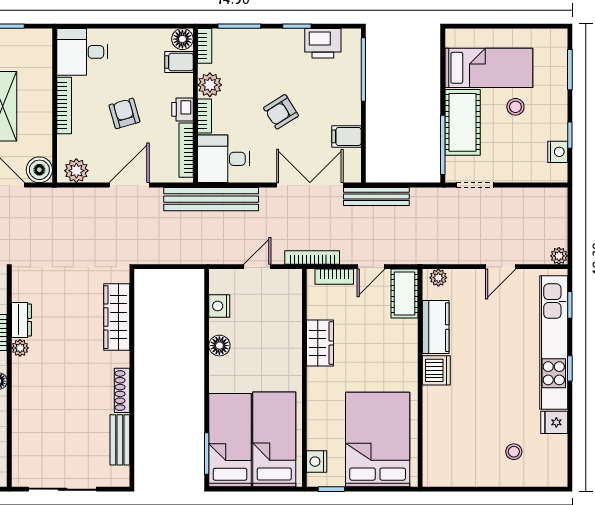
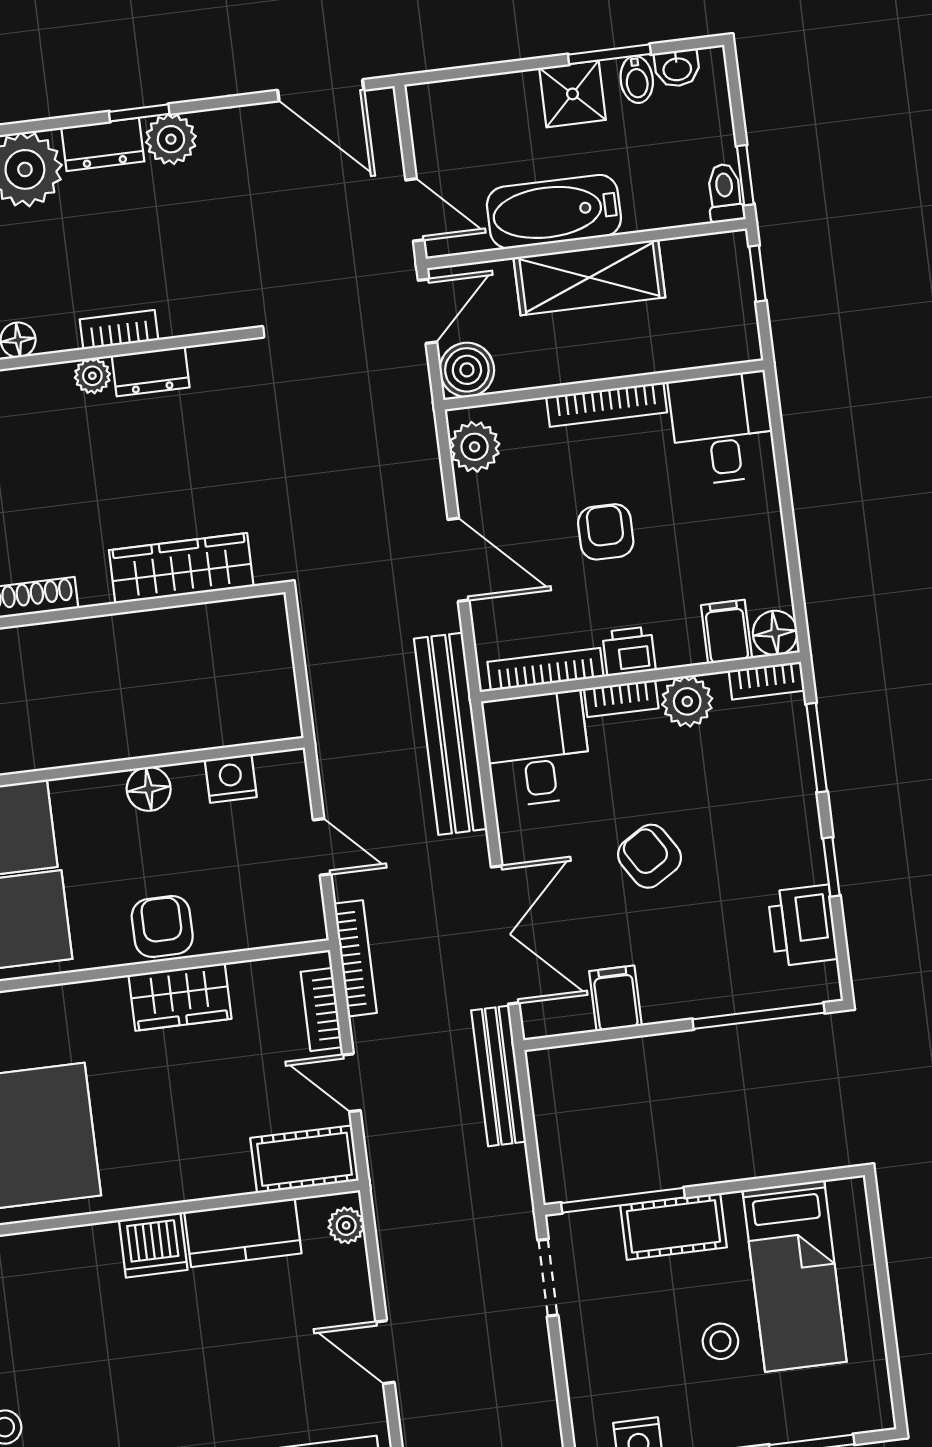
armchair: (124, 113) -> (606, 532), turned -74
cot: (463, 122) -> (673, 1226), width x0.73, depth x0.75
armchair: (286, 347) -> (162, 927), added

